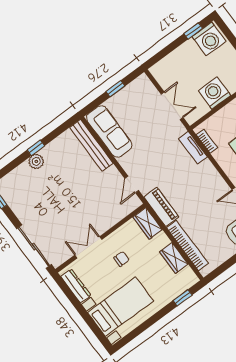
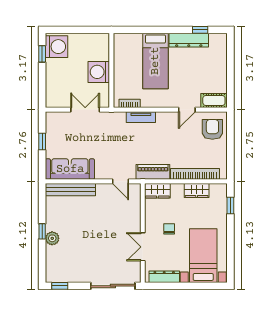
tv unit: (193, 148) -> (141, 117), moved

